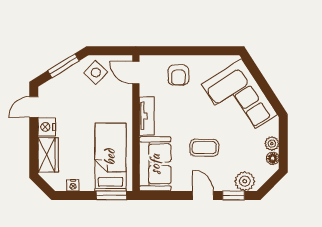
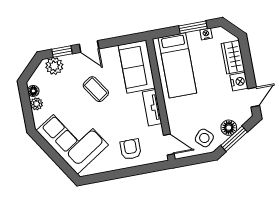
floor lamp: (67, 79) -> (229, 128), added
coffee table: (204, 148) -> (96, 89), turned 56
window: (111, 195) -> (193, 27), moved

